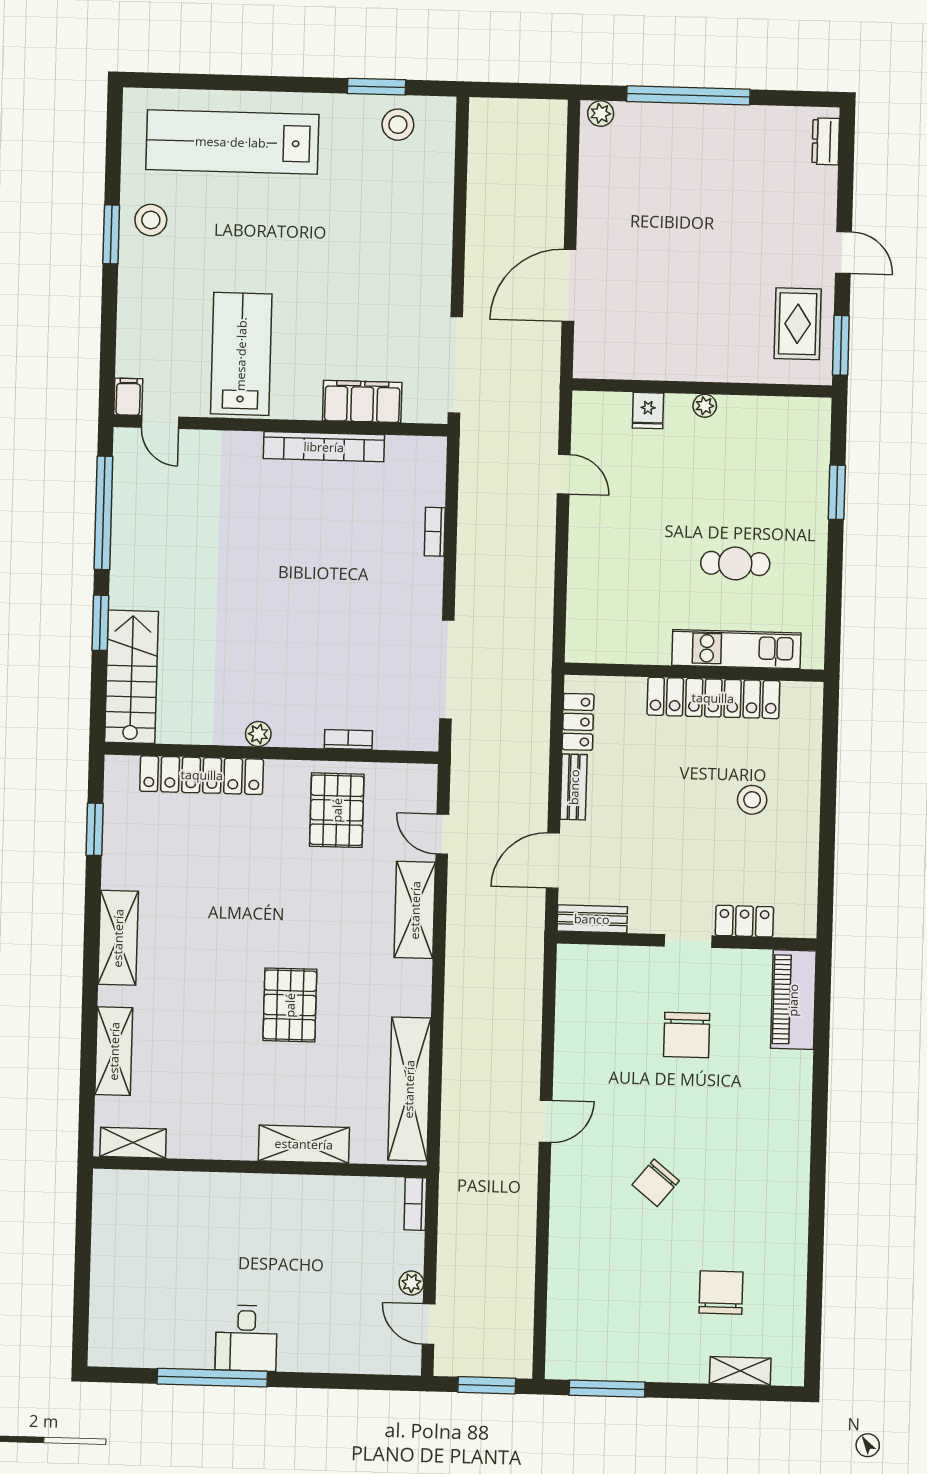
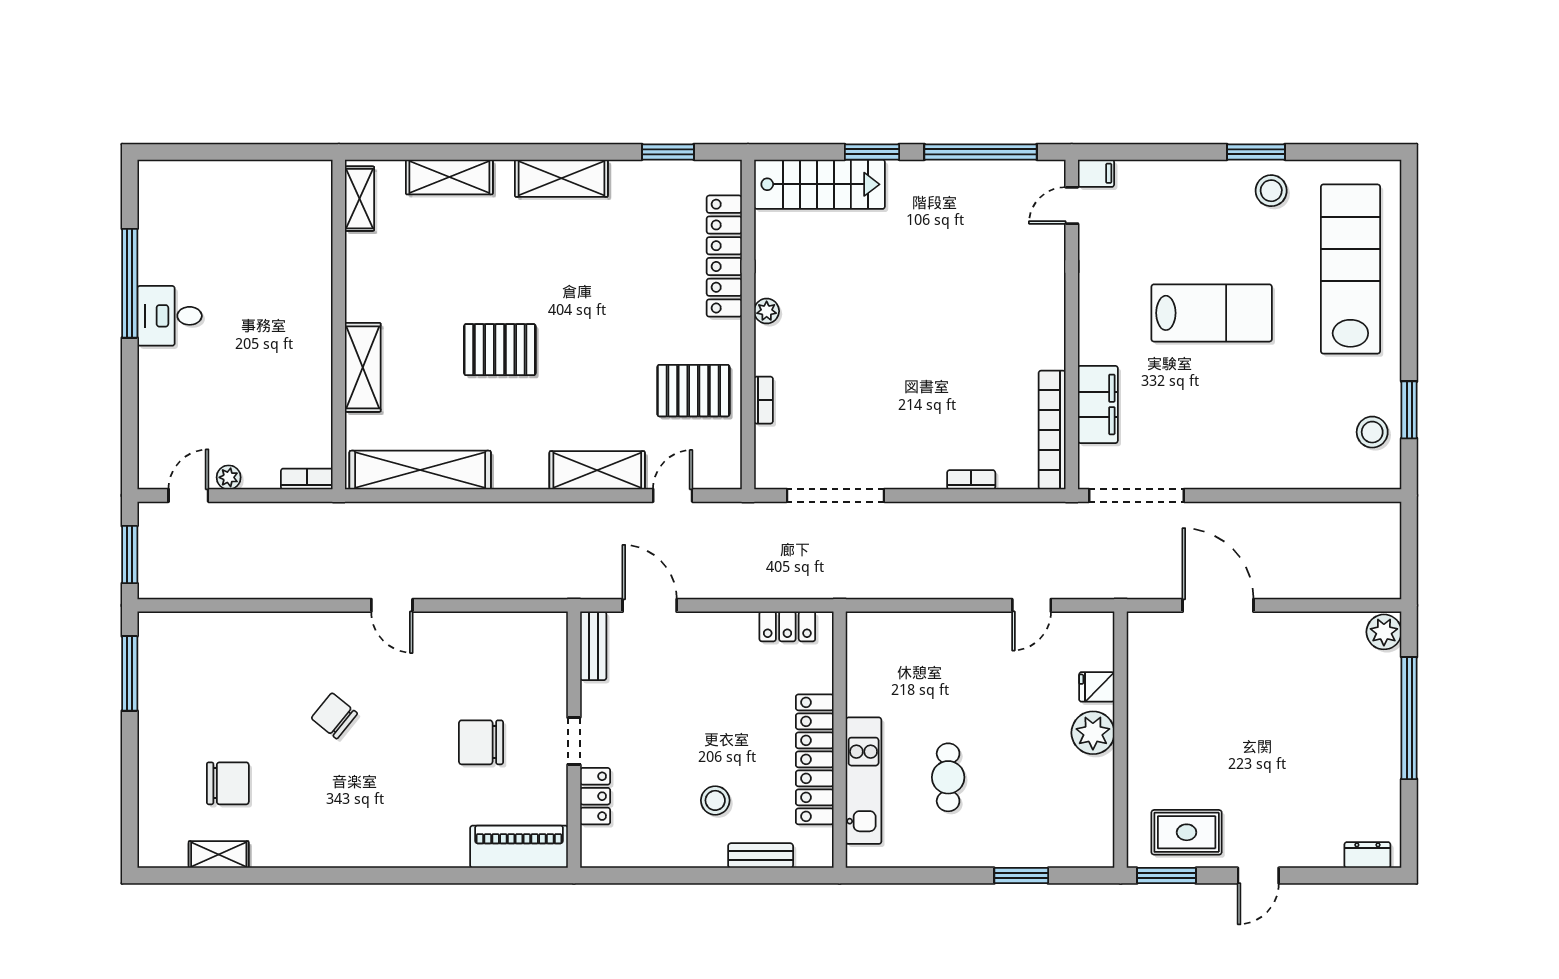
plant: (601, 114) -> (1384, 632), width x1.38, depth x1.38
lab bench: (241, 354) -> (1212, 313), moved
plant: (705, 406) -> (1093, 733), width x1.88, depth x1.88
bookcase: (324, 447) -> (1052, 430), moved
bench: (574, 787) -> (761, 856), moved
shelving: (740, 1371) -> (219, 854), moved, turned 90

